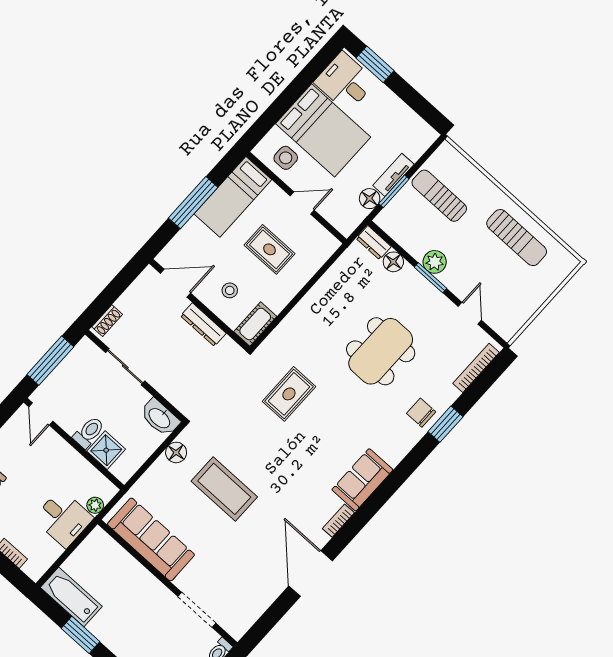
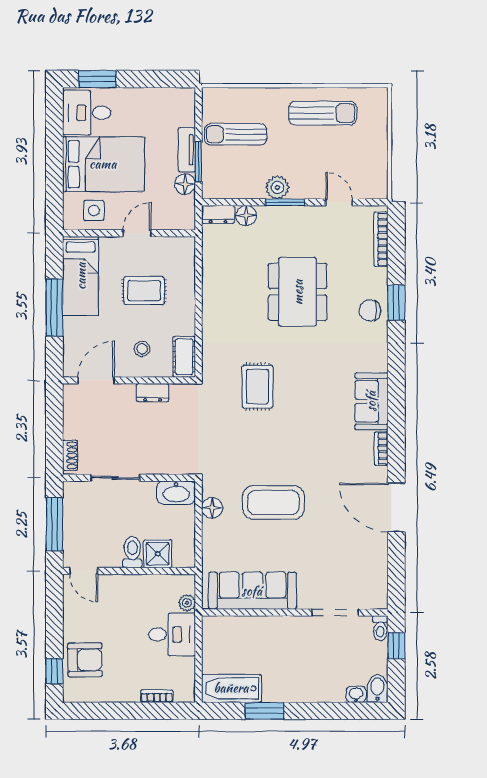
dresser: (203, 325) -> (152, 393), width x0.70

